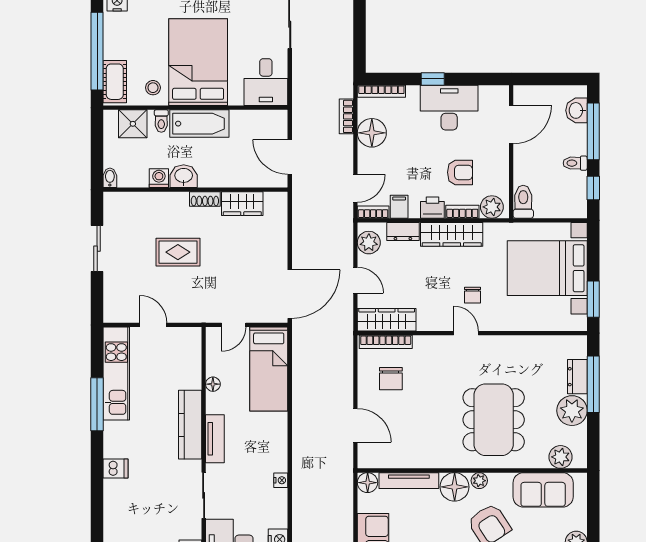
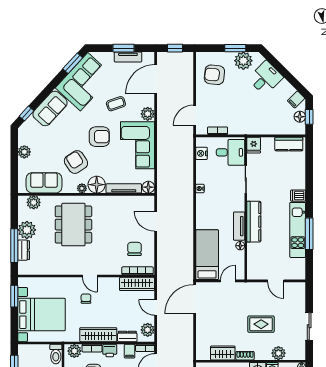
plant: (149, 203) -> (278, 353), added
kitchen unit: (116, 373) -> (298, 230), moved
tv unit: (215, 439) -> (239, 226), moved

